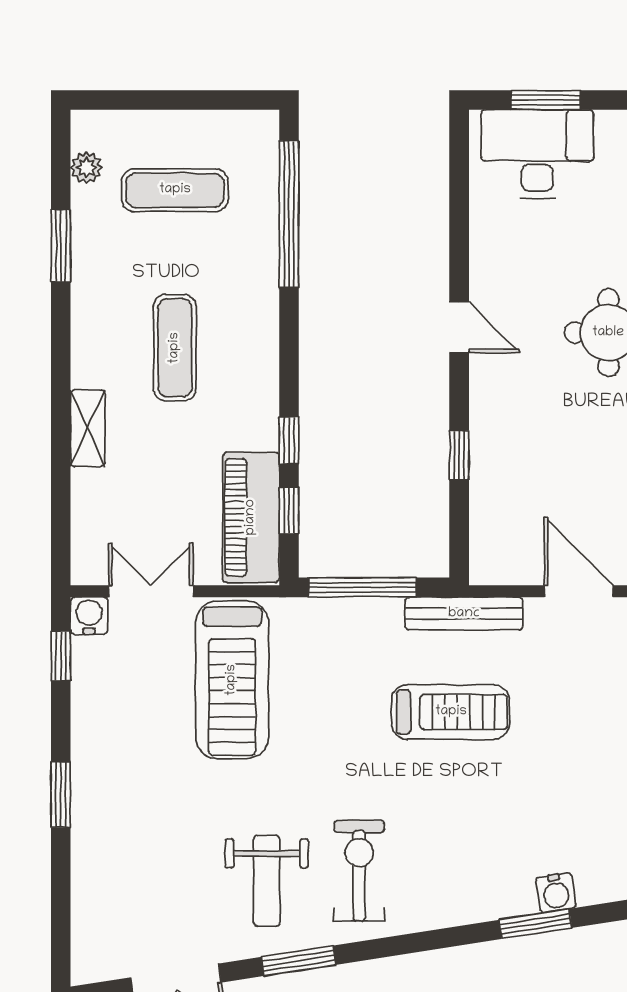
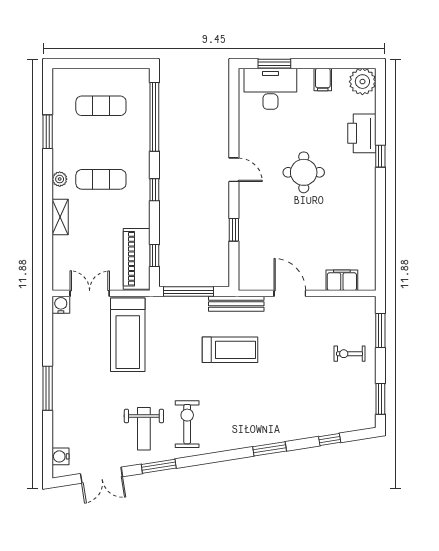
plant: (86, 167) -> (60, 179), moved
exercise mat: (175, 348) -> (101, 179), turned 90
window: (289, 440) -> (154, 190), moved
window: (61, 656) -> (48, 324), removed
window: (61, 794) -> (48, 388), width x1.44
water cooler: (556, 893) -> (61, 456), moved, turned 99

